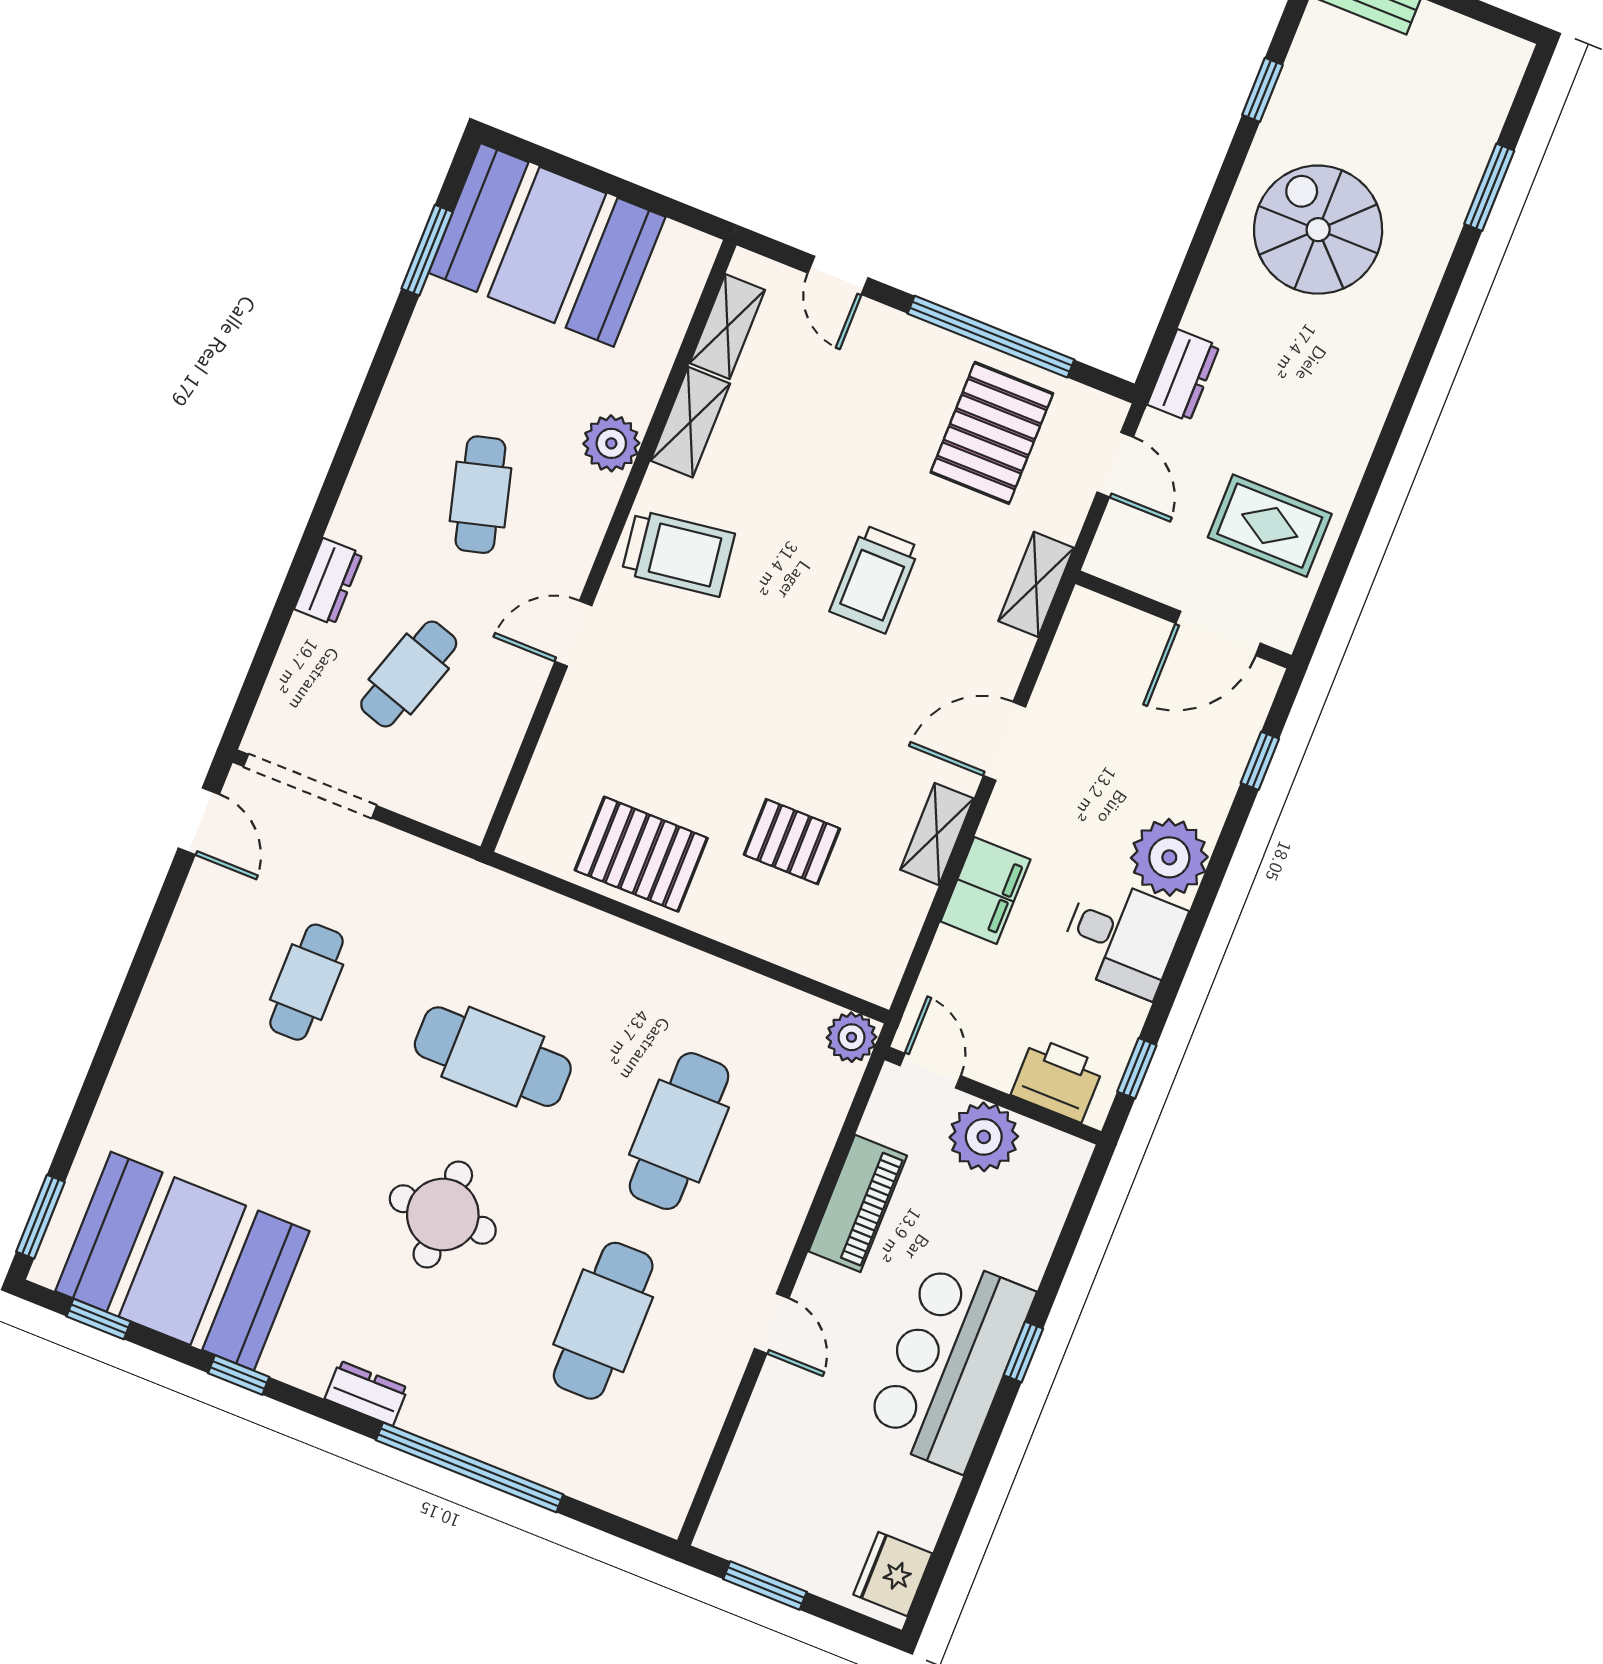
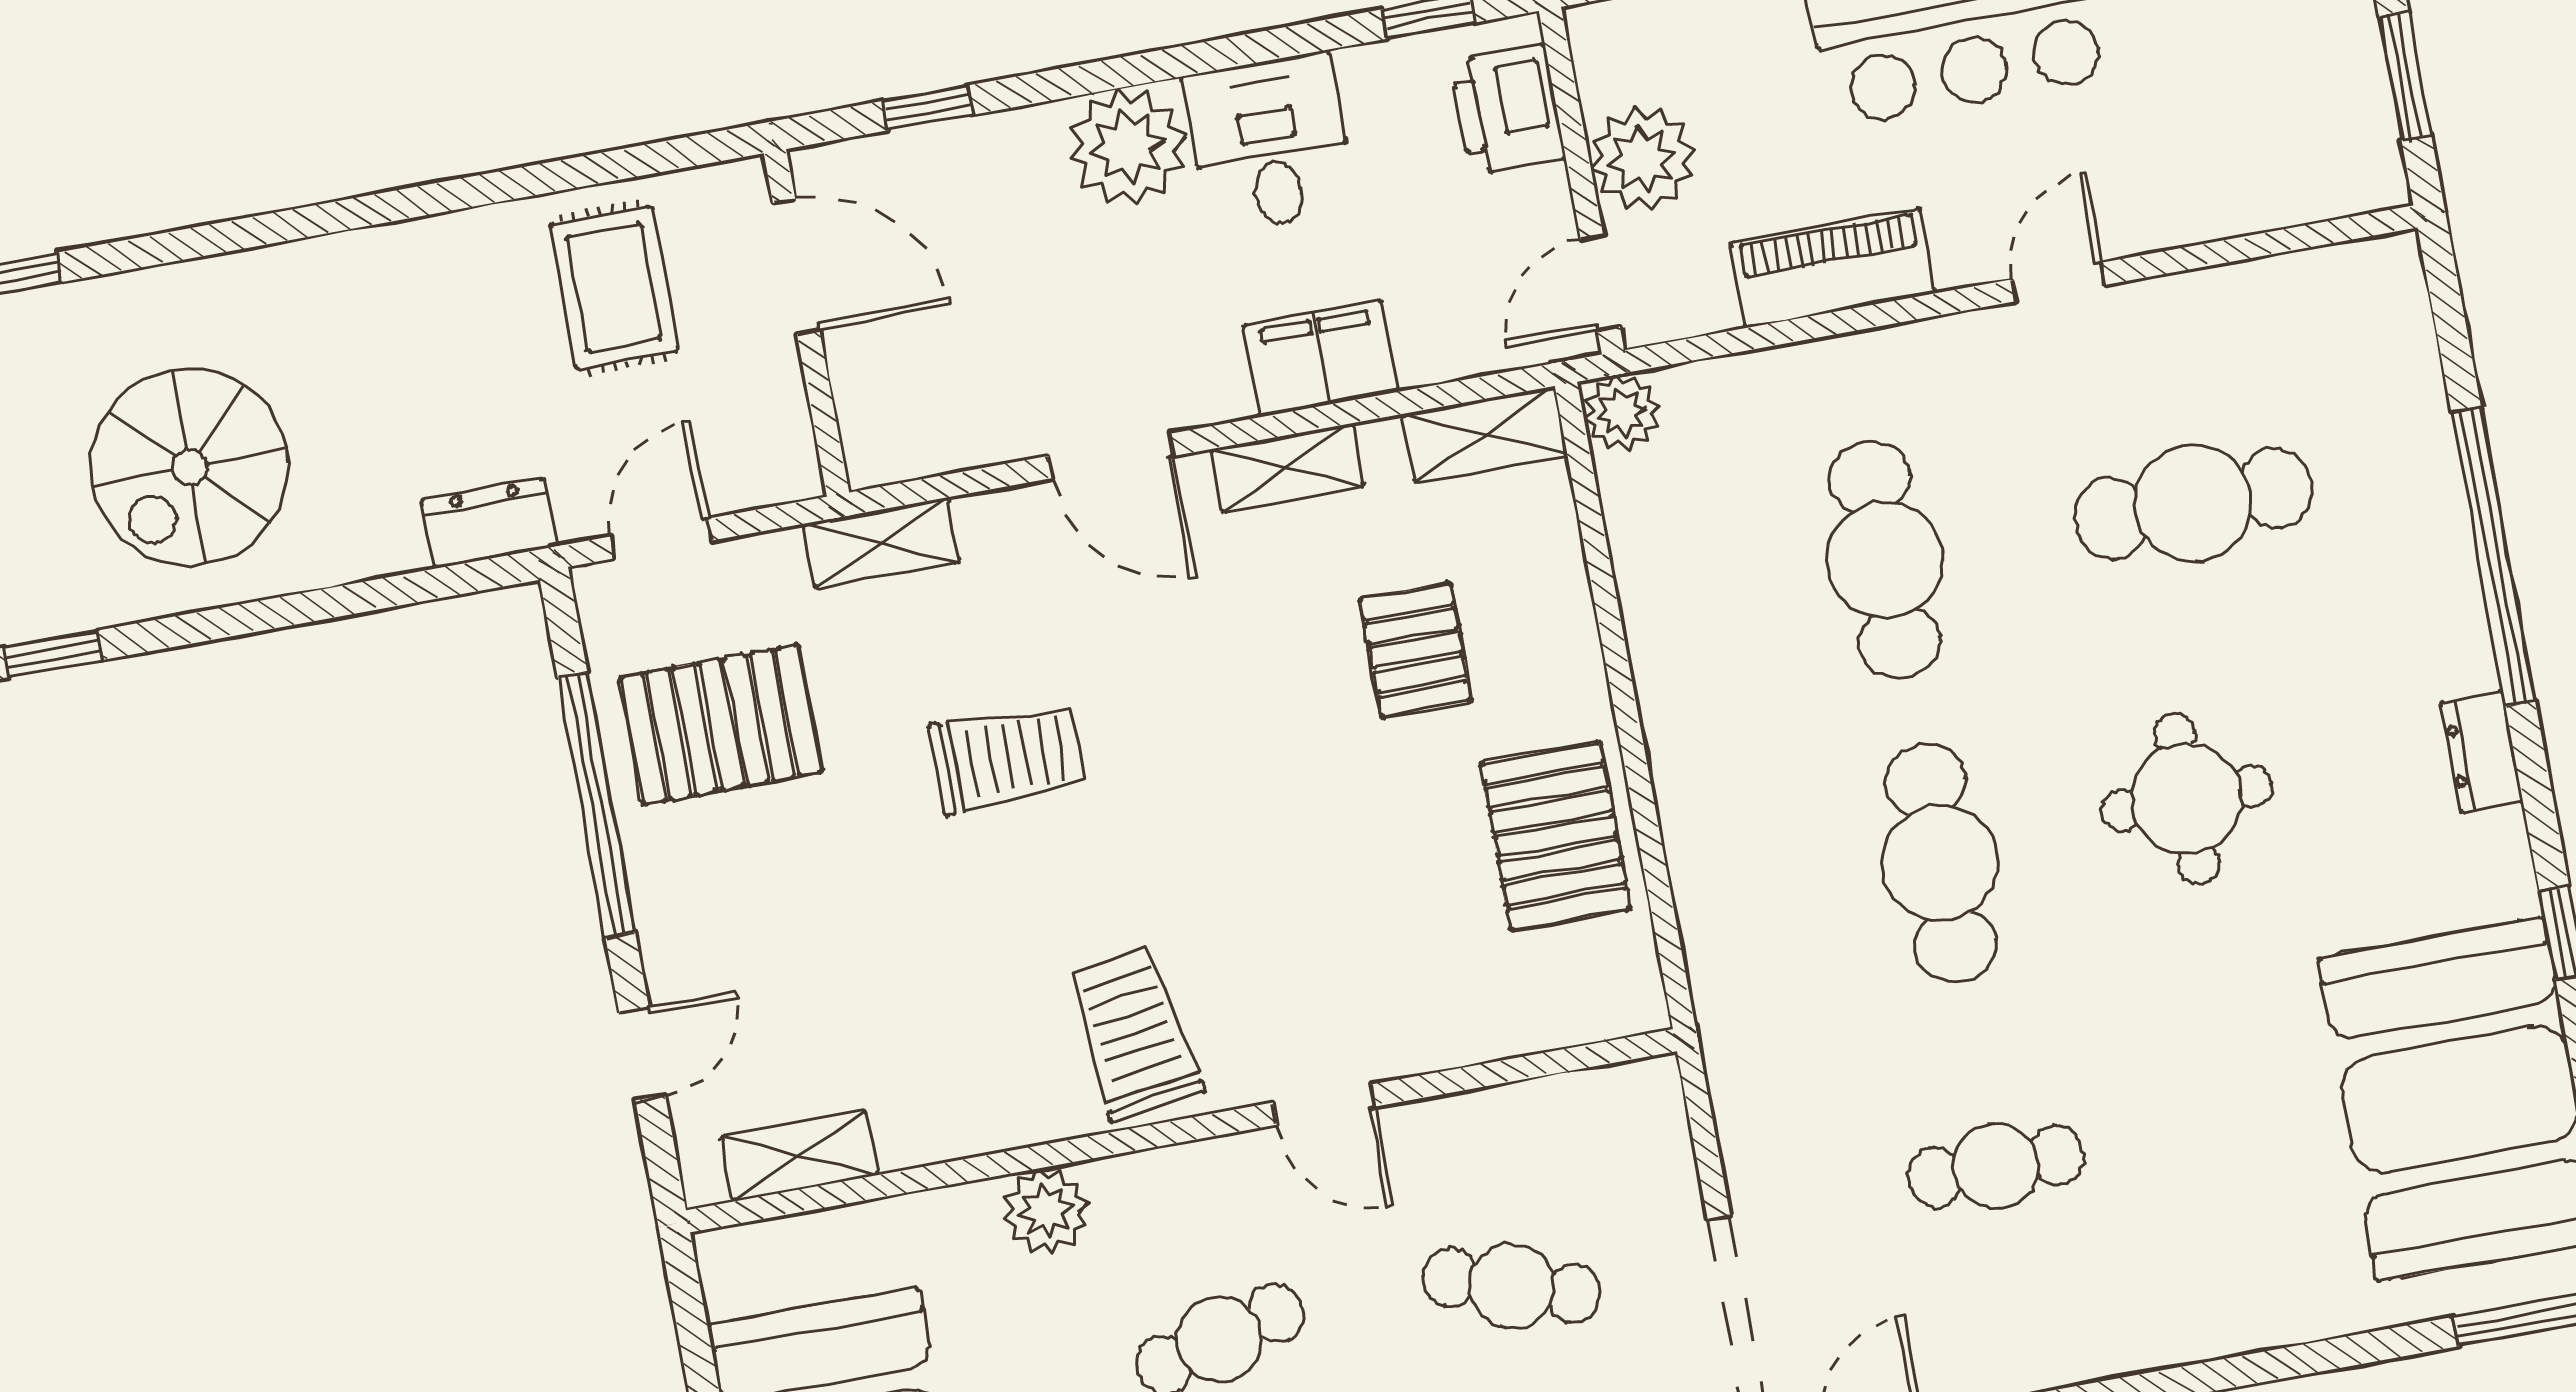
shelving: (690, 422) -> (1485, 434), moved
cafe table: (679, 1131) -> (1885, 560), turned 90

